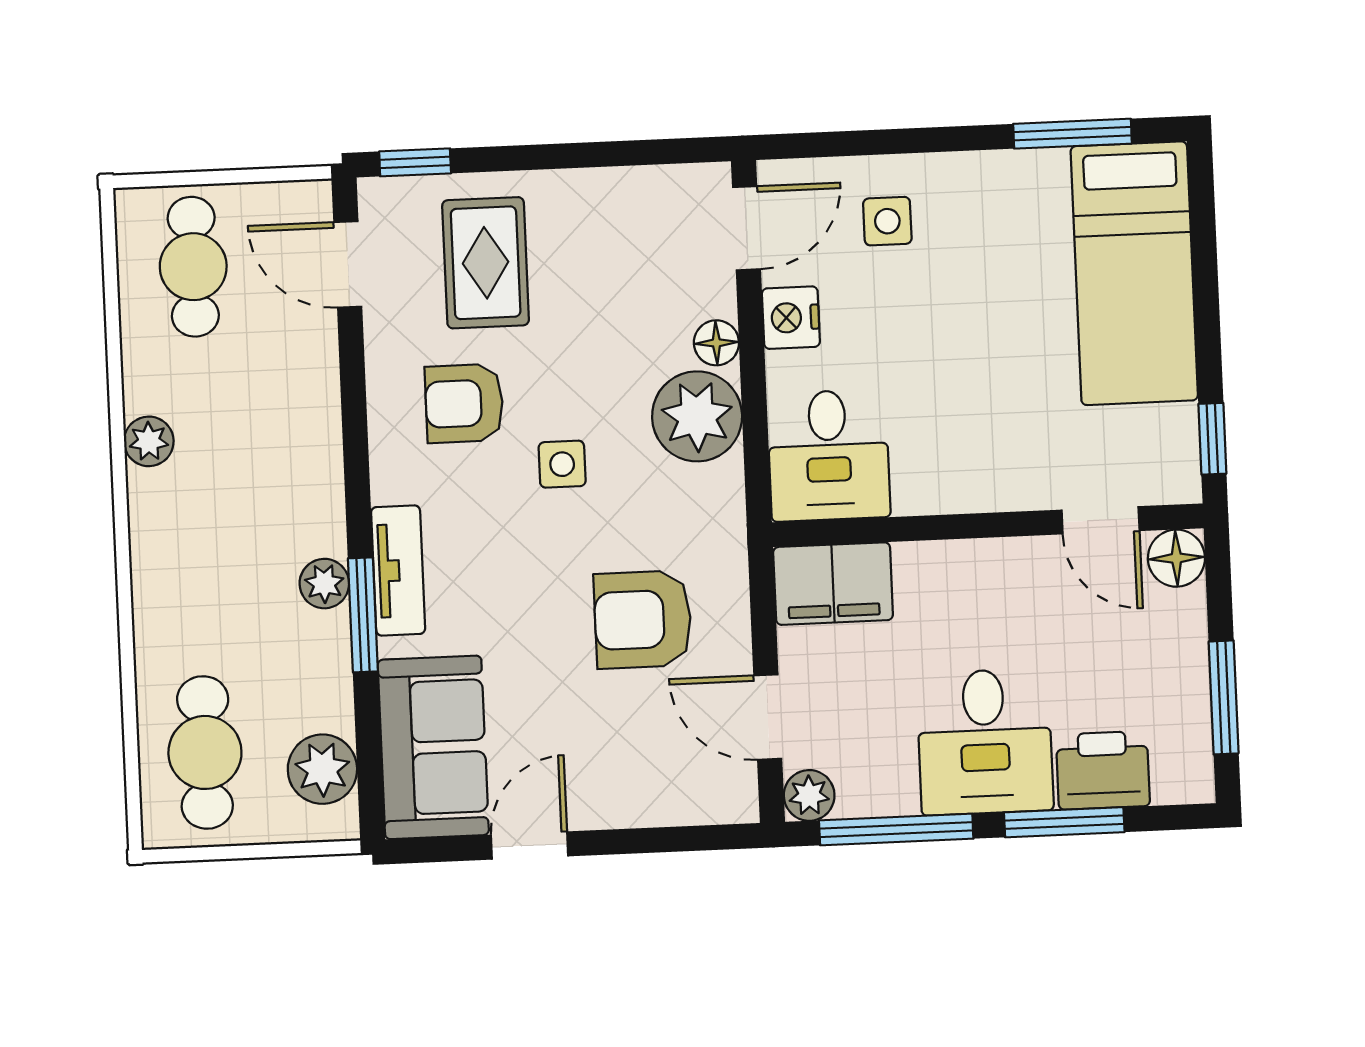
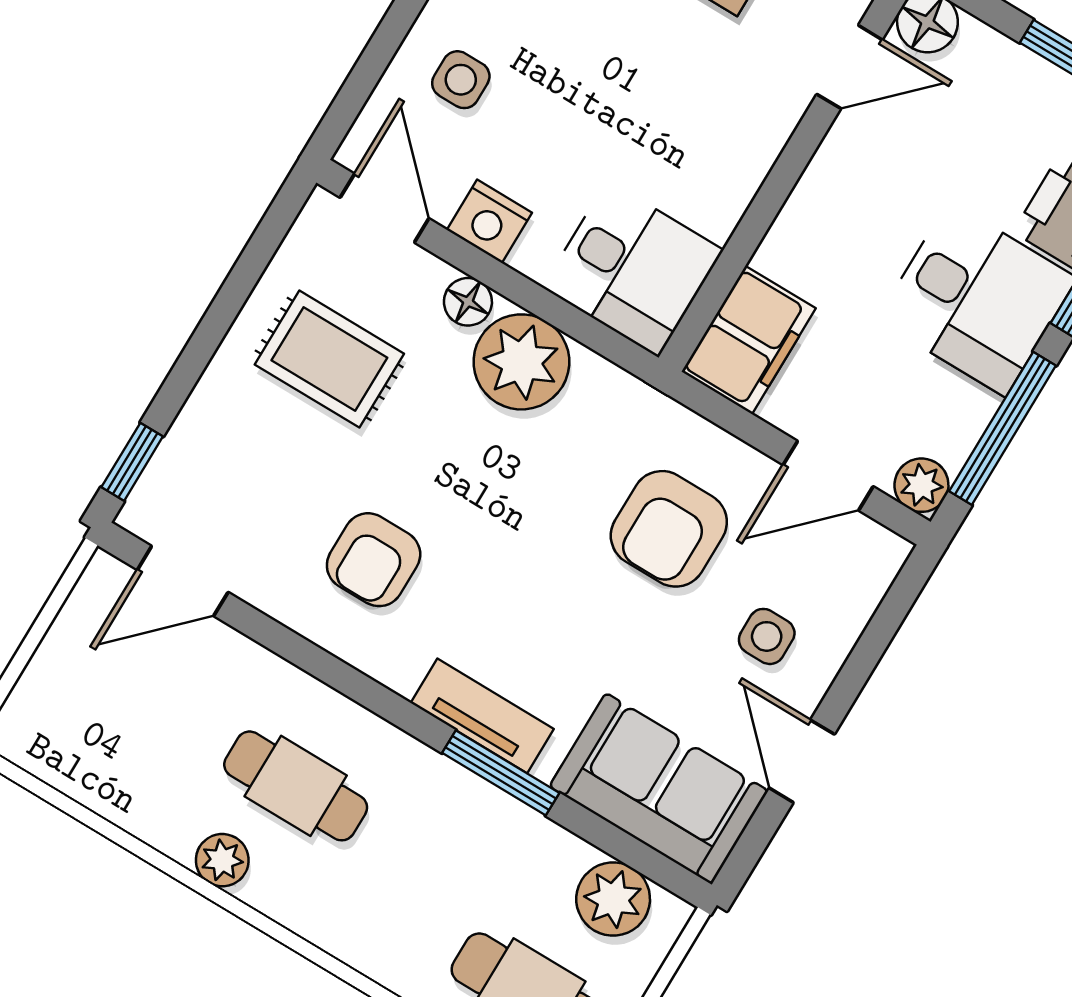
rug: (486, 263) -> (329, 359), moved
cafe table: (193, 267) -> (296, 786), moved
side table: (562, 464) -> (767, 636), moved
plant: (324, 584) -> (450, 789), removed

